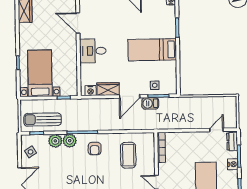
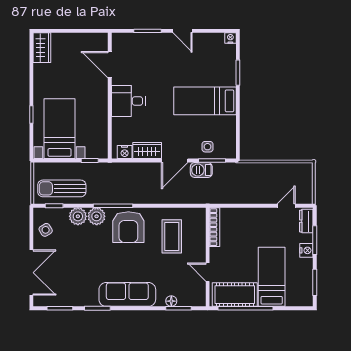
armchair: (95, 149) -> (128, 227), width x1.88, depth x1.88

